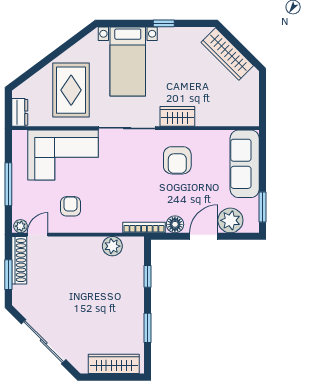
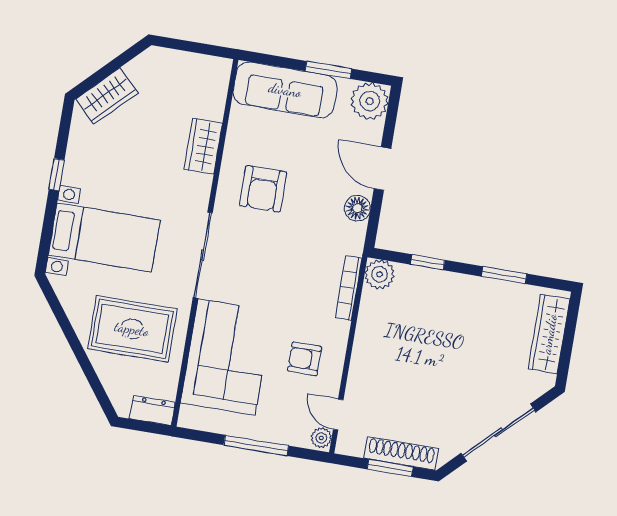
wardrobe: (227, 54) -> (107, 96), width x0.67
wardrobe: (177, 116) -> (203, 146), moved
armchair: (177, 160) -> (263, 189), turned 90
window: (263, 207) -> (328, 70), moved
plant: (230, 220) -> (370, 101), moved
bookcase: (144, 227) -> (349, 288), moved
plant: (112, 246) -> (380, 274), moved
shoe rack: (19, 260) -> (401, 453), moved

